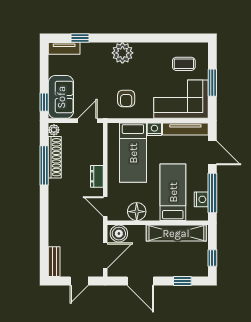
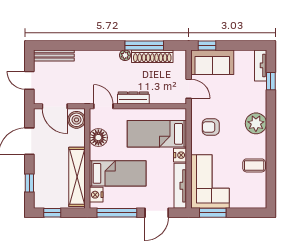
coffee table: (184, 64) -> (254, 165), moved, turned 90
window: (212, 83) -> (213, 213), moved
plant: (54, 130) -> (125, 55), moved
dresser: (97, 176) -> (133, 98), width x1.44
nightstand: (201, 199) -> (96, 195), moved, turned 90
door: (105, 206) -> (103, 106), hinge flipped
bench: (54, 262) -> (54, 55), width x1.36

